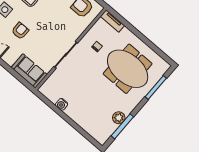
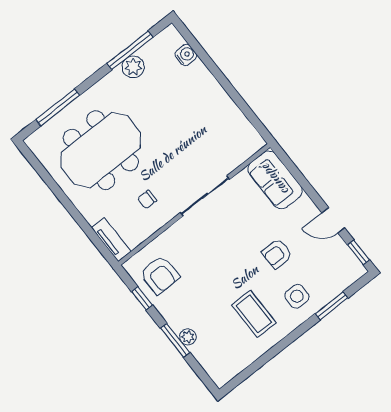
meeting table: (128, 69) -> (101, 150), turned 90
water cooler: (62, 104) -> (186, 55), moved

